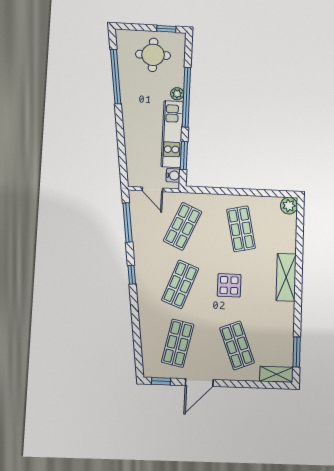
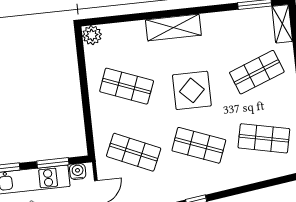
shop shelf: (241, 229) -> (127, 86), turned 33
display table: (229, 285) -> (192, 90), width x1.36, depth x1.36

